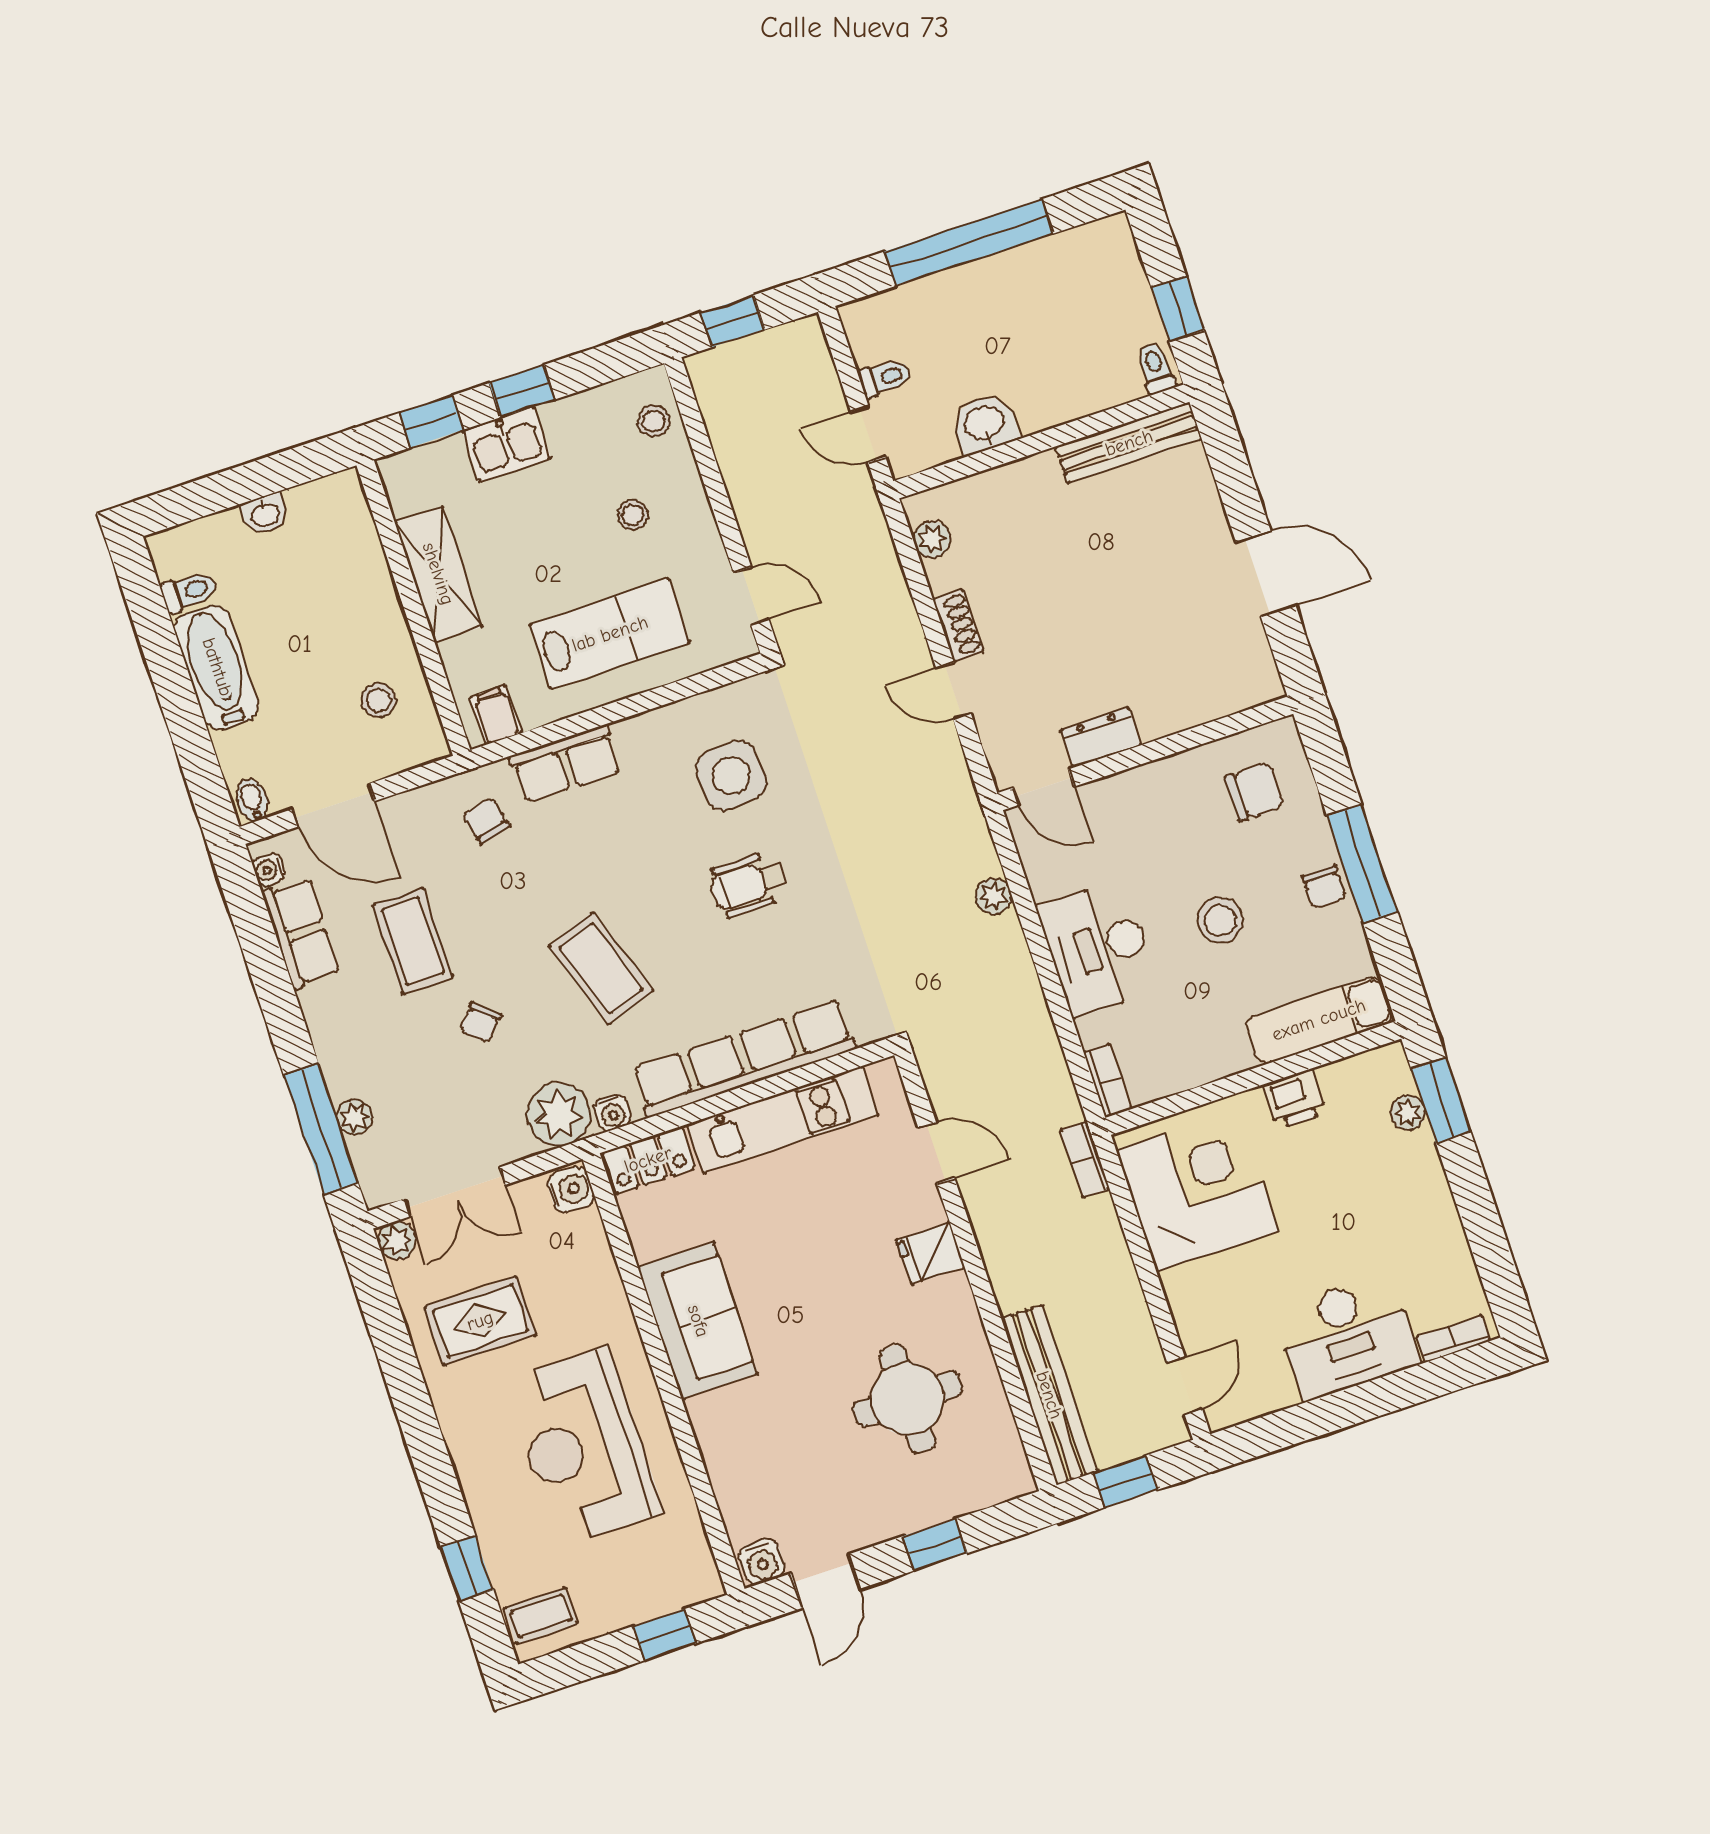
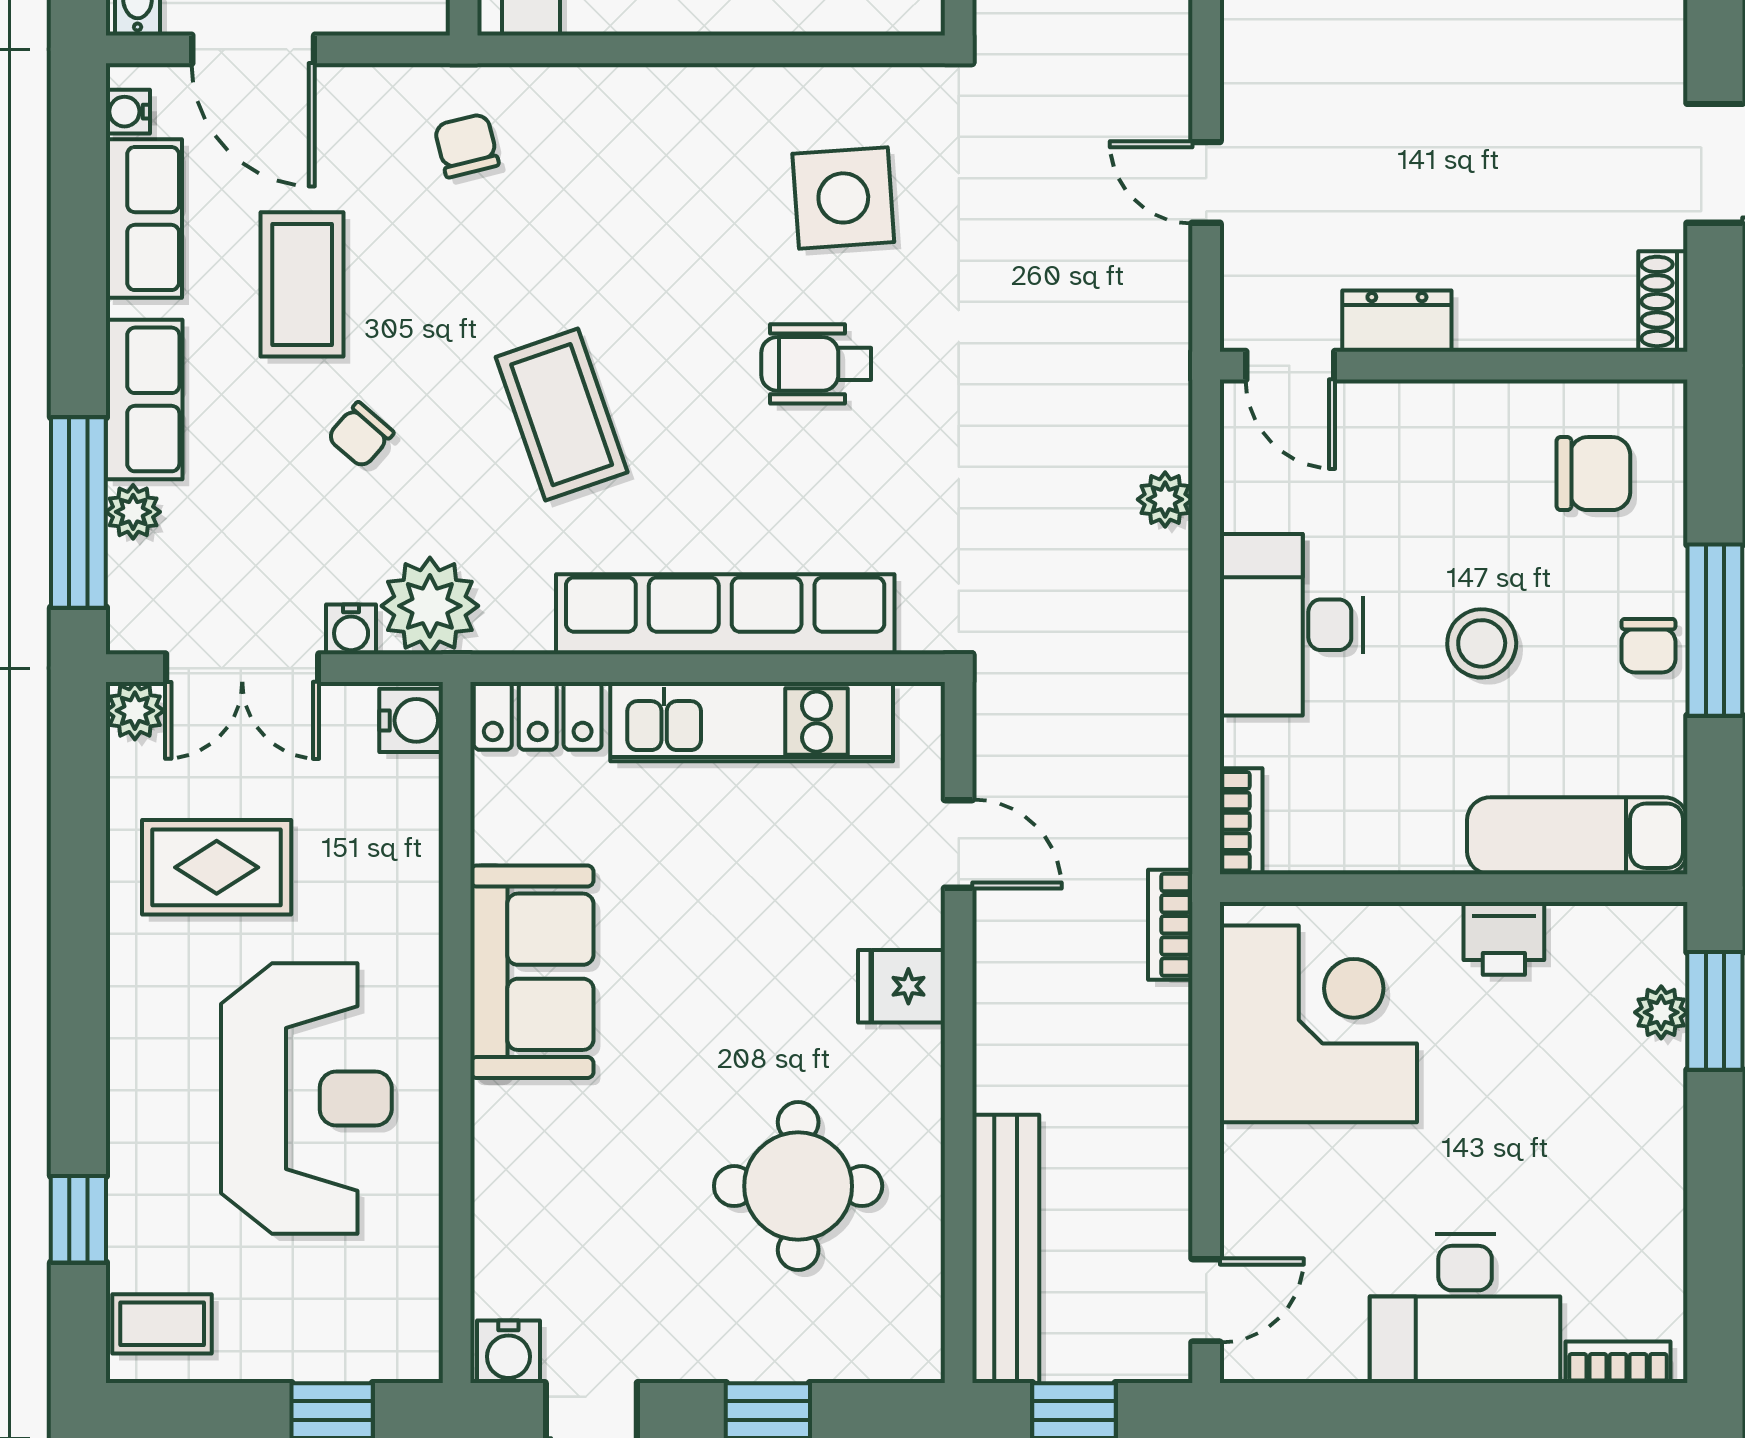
shoe rack: (958, 625) -> (1663, 301), moved, turned 180
row of seats: (566, 764) -> (144, 399), moved, turned -90
water cooler: (613, 1113) -> (351, 629), moved
reception desk: (584, 1446) -> (306, 1099), turned 180

